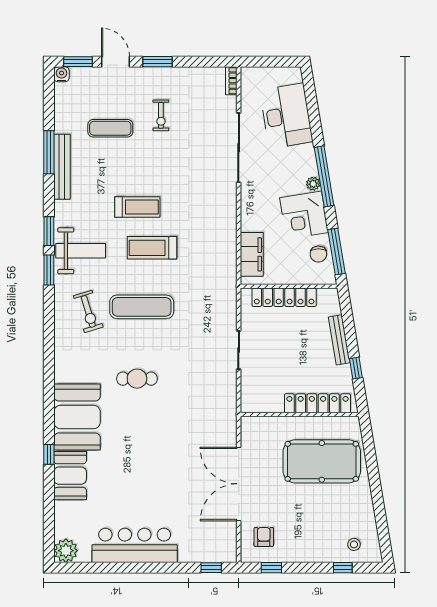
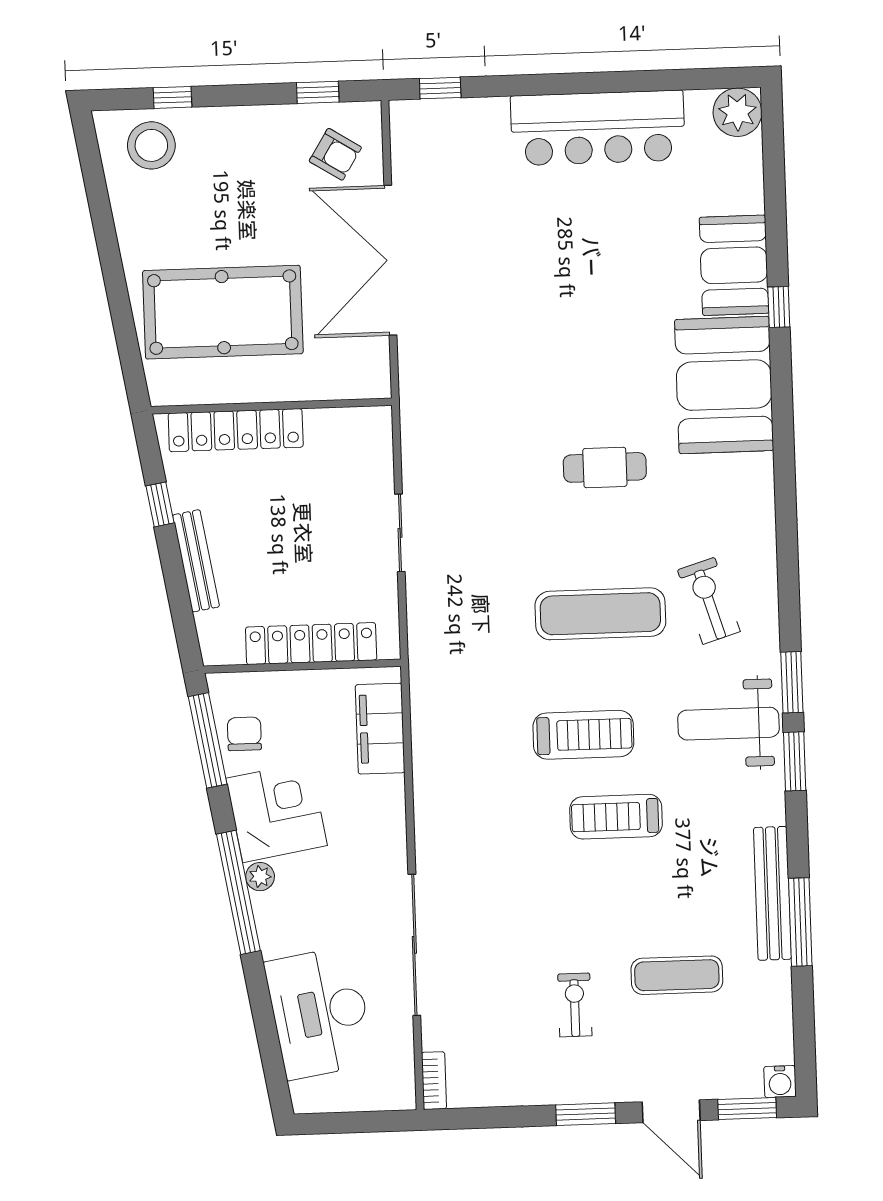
double door: (239, 484) -> (390, 260), swing flipped
armchair: (264, 537) -> (335, 154), turned -58
stool: (354, 544) -> (151, 145), width x1.89, depth x1.89

